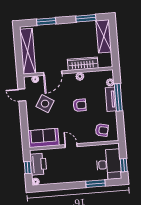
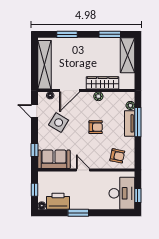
window: (25, 131) -> (35, 150), added
printer: (38, 164) -> (58, 201), moved, turned -90
window: (95, 184) -> (78, 213), moved

